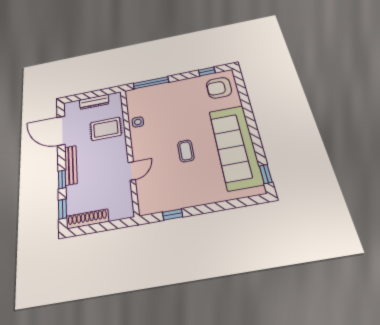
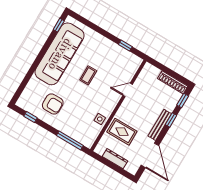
armchair: (219, 88) -> (53, 104), moved

